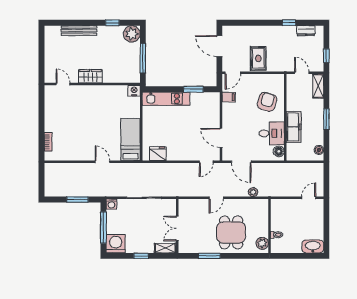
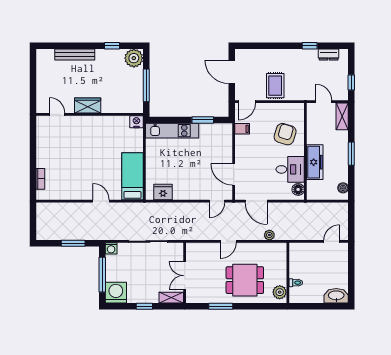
dining table: (231, 232) -> (245, 280), turned 90

